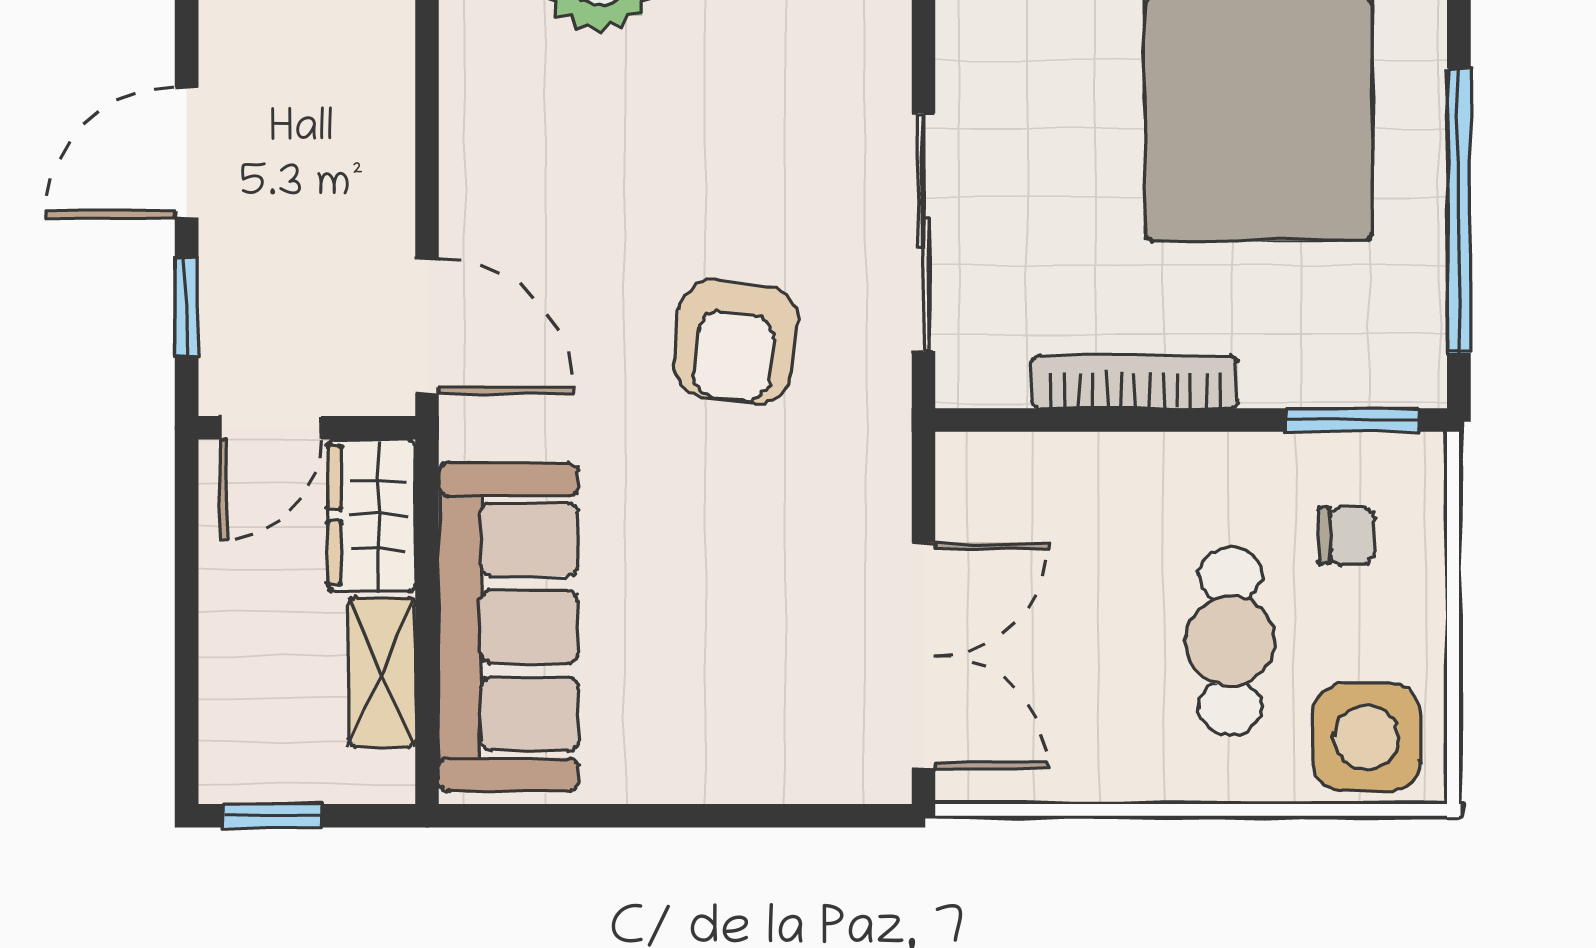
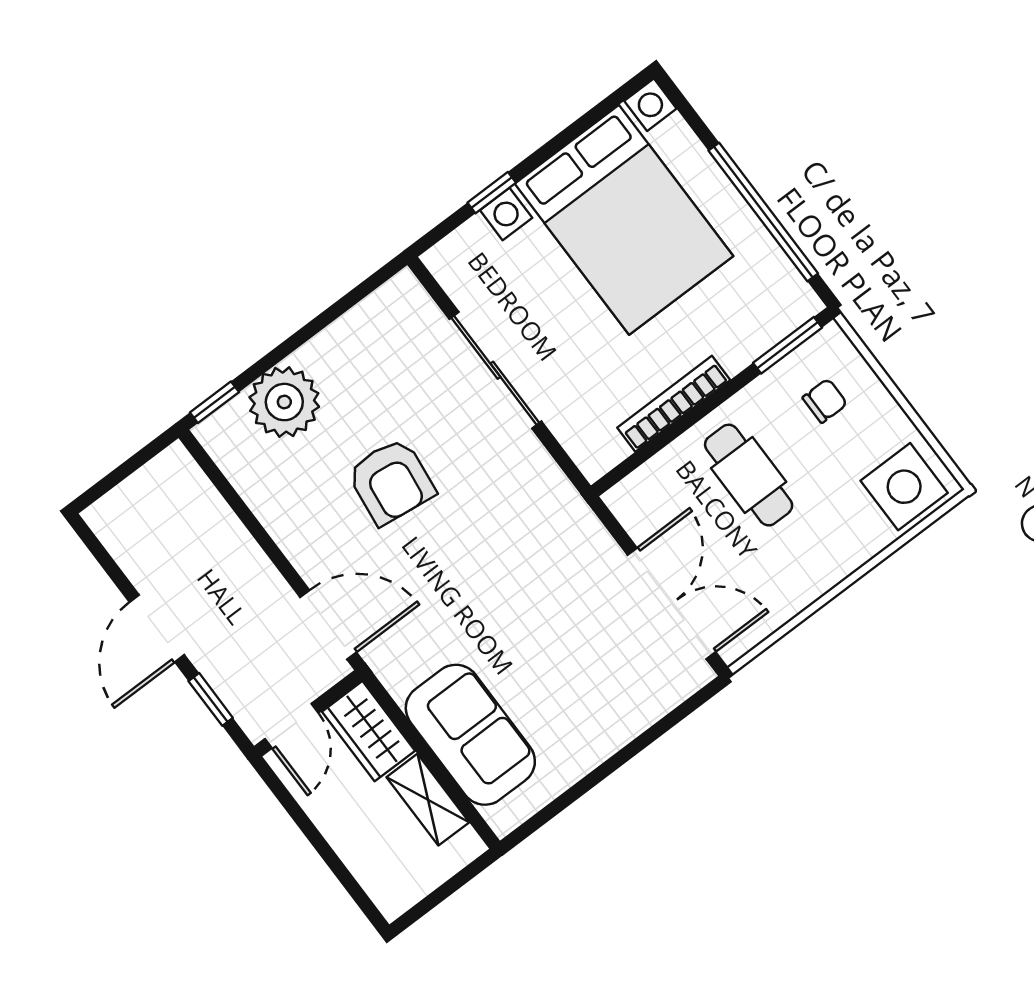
sliding door: (924, 232) -> (495, 370), moved
armchair: (735, 342) -> (391, 481), moved
sofa: (508, 627) -> (470, 735), width x0.73
cafe table: (1230, 641) -> (749, 475), moved
window: (273, 816) -> (428, 904), removed

